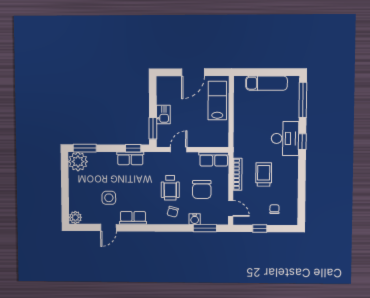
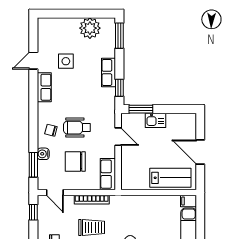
filing cabinet: (239, 83) -> (189, 201), added
row of seats: (130, 158) -> (109, 72), moved
plant: (78, 162) -> (90, 28), moved
door: (231, 208) -> (55, 193), hinge flipped
plant: (75, 217) -> (44, 25), removed
door: (108, 228) -> (33, 61), hinge flipped
window: (260, 228) -> (33, 212), moved

